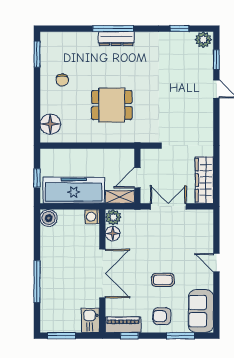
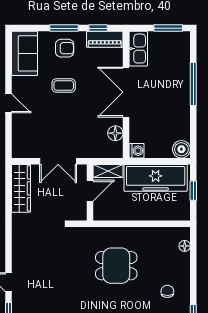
floor lamp: (50, 124) -> (185, 246), width x0.53, depth x0.53
plant: (113, 217) -> (115, 150), removed
kitchen sink: (90, 320) -> (138, 49), width x1.38
window: (181, 336) -> (64, 28), moved

